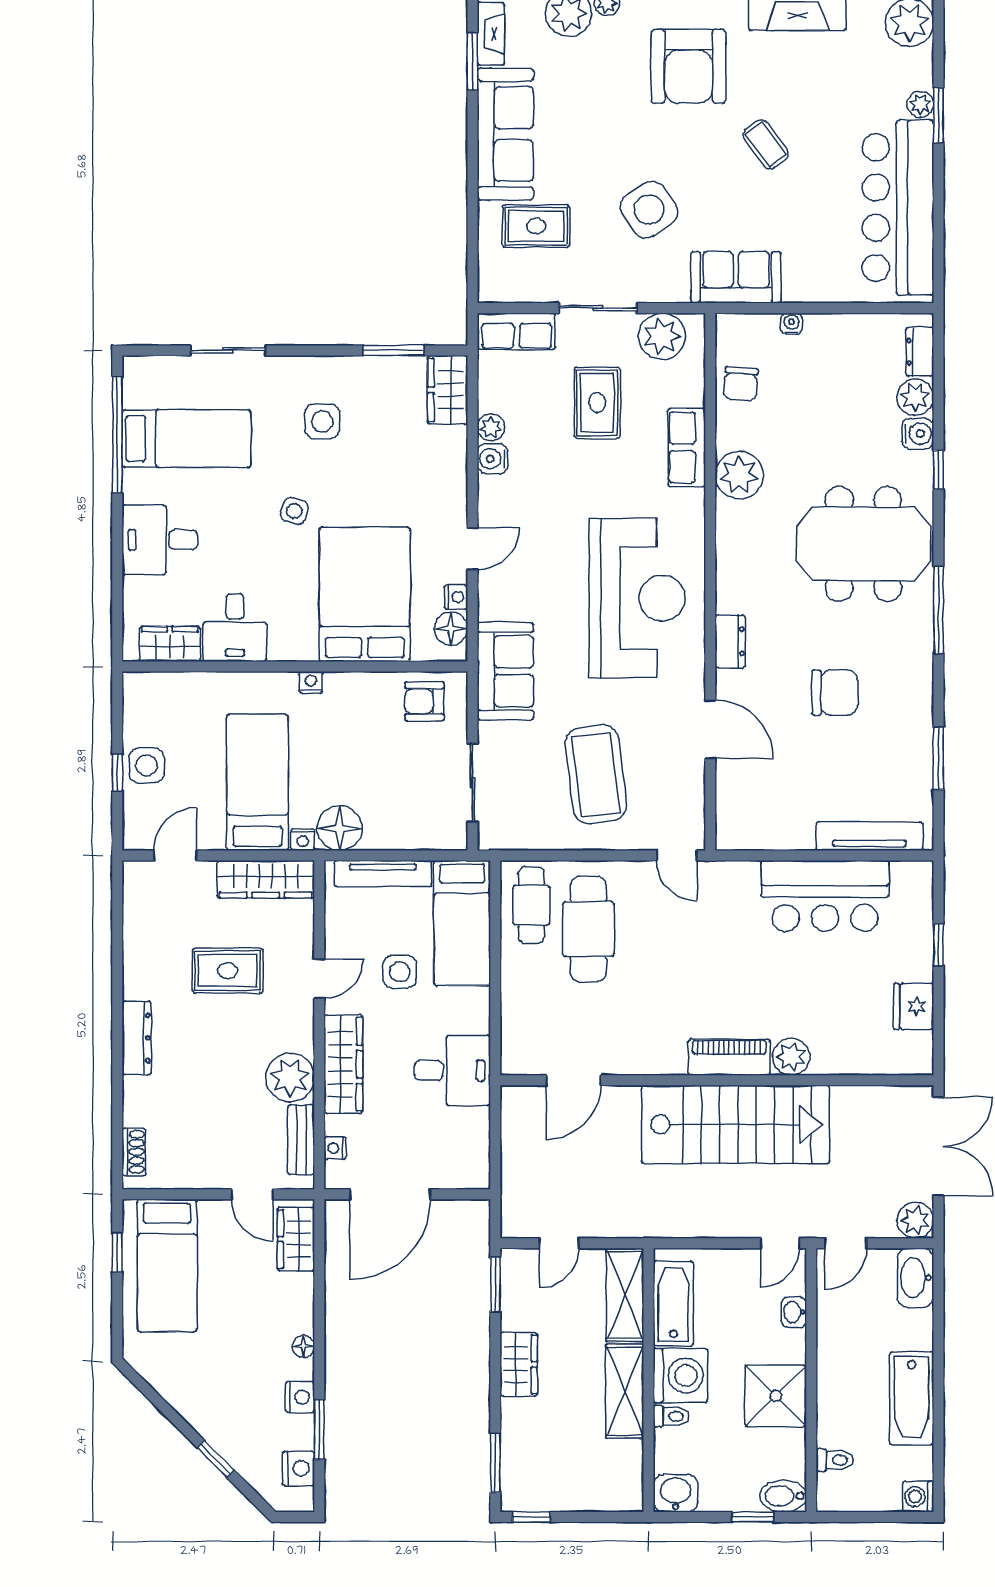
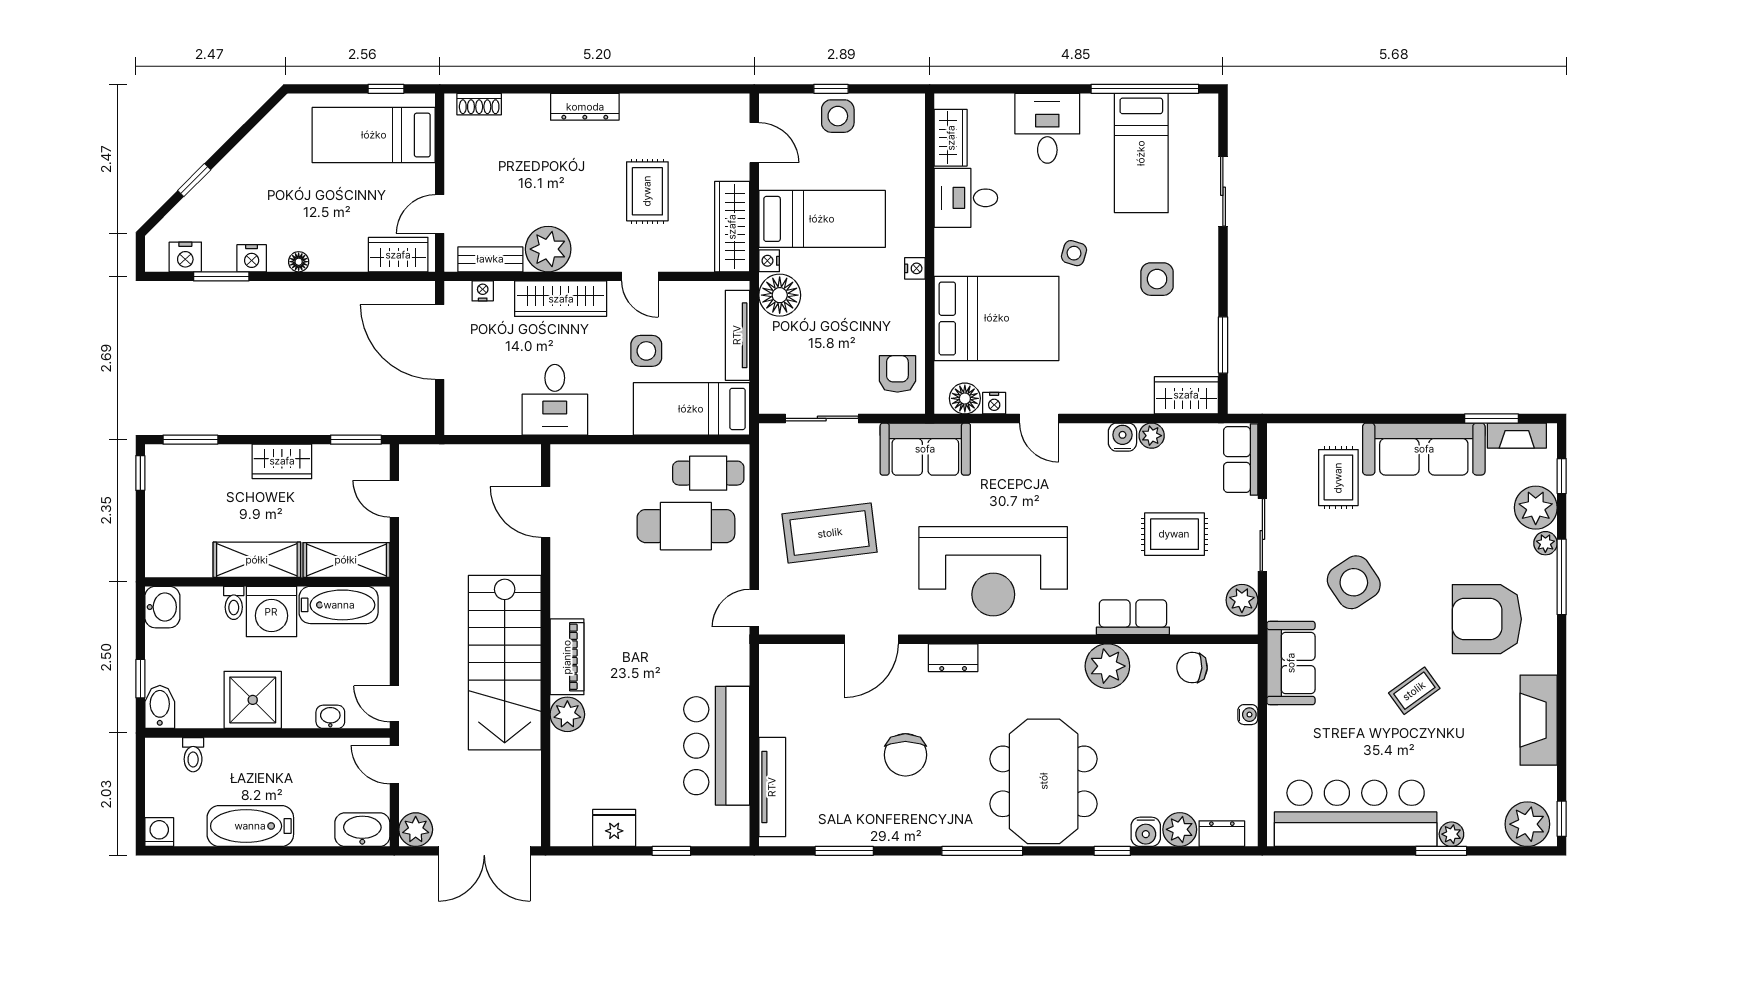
plant: (662, 336) -> (1242, 600), width x0.73, depth x0.73

